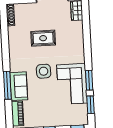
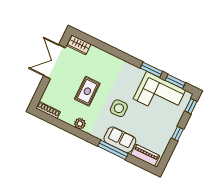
plant: (14, 47) -> (80, 124), added
corner sofa: (72, 84) -> (159, 95), moved

